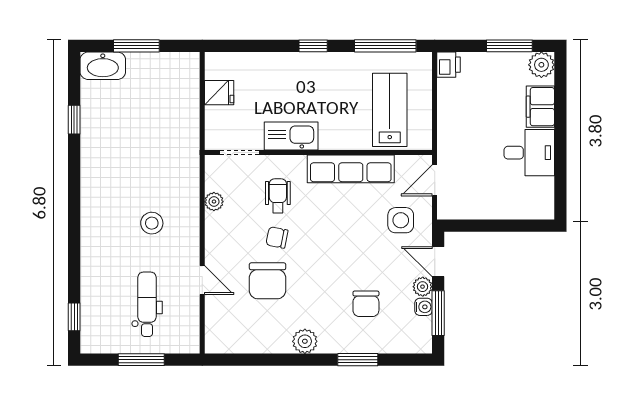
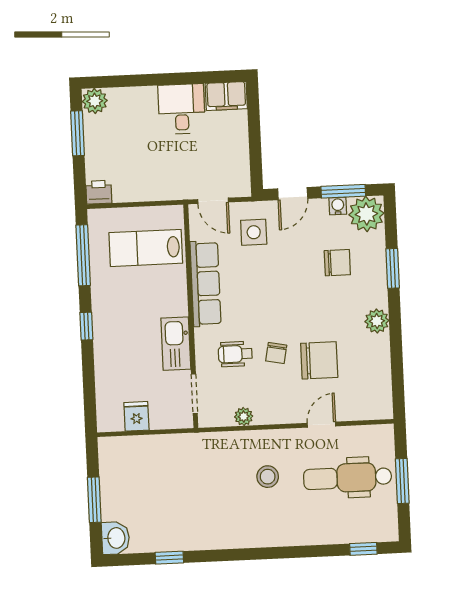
washbasin: (103, 66) -> (116, 538), width x0.72
filing cabinet: (540, 107) -> (226, 96), moved
plant: (423, 287) -> (366, 214), moved, width x1.88, depth x1.88
dental chair: (147, 304) -> (348, 478), width x1.36, depth x1.38

